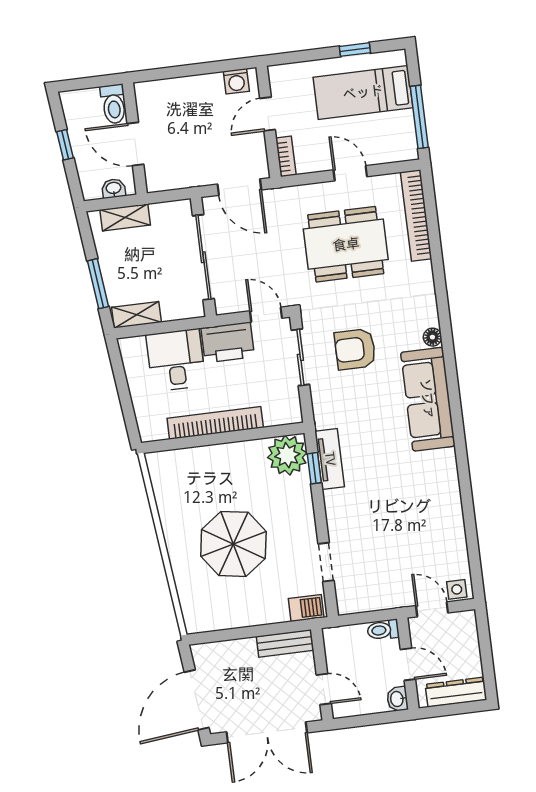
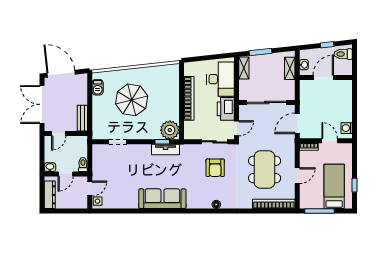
toilet: (114, 104) -> (343, 54), moved
armchair: (355, 349) -> (215, 168), turned 180
desk: (176, 360) -> (221, 79), width x1.37
sofa: (428, 399) -> (162, 199), moved
barbecue: (306, 608) -> (98, 87), moved

